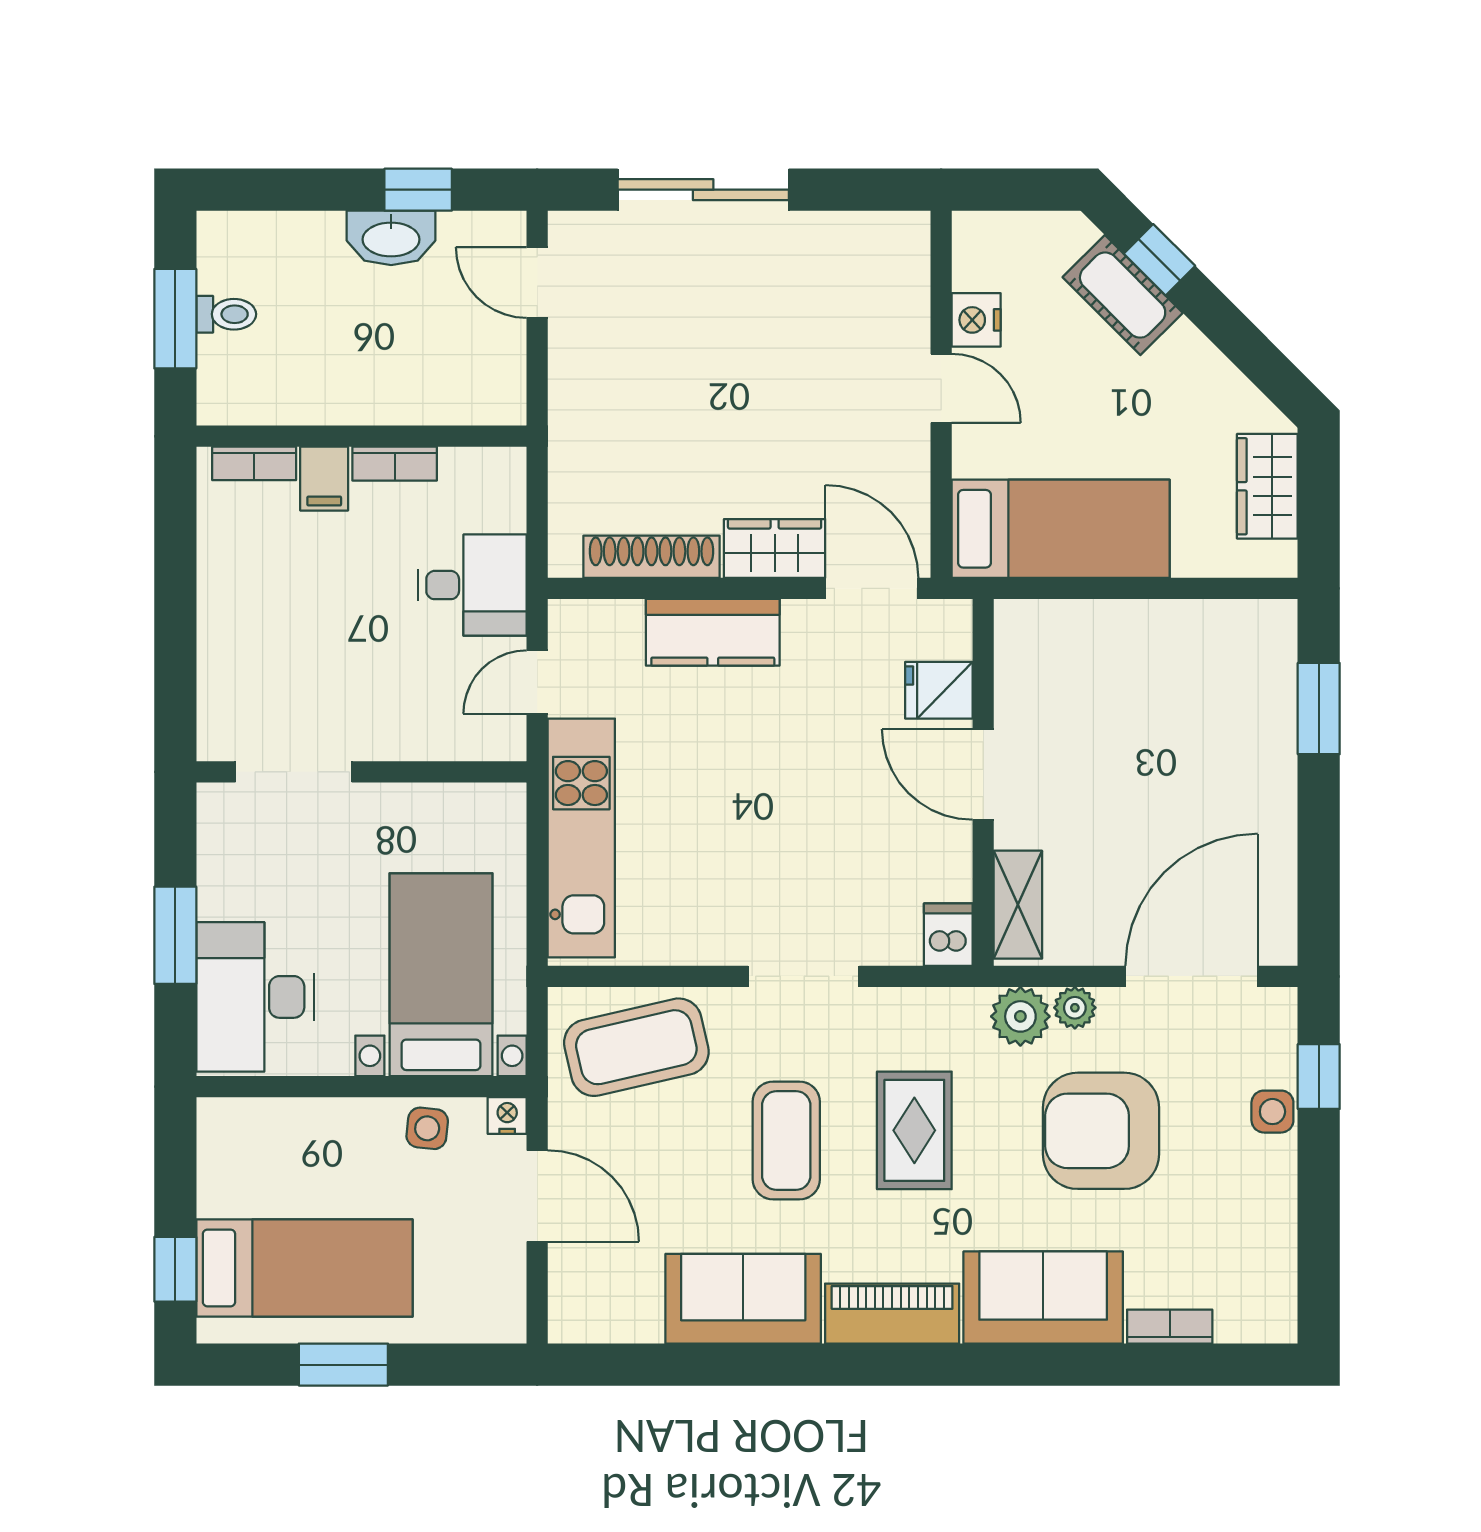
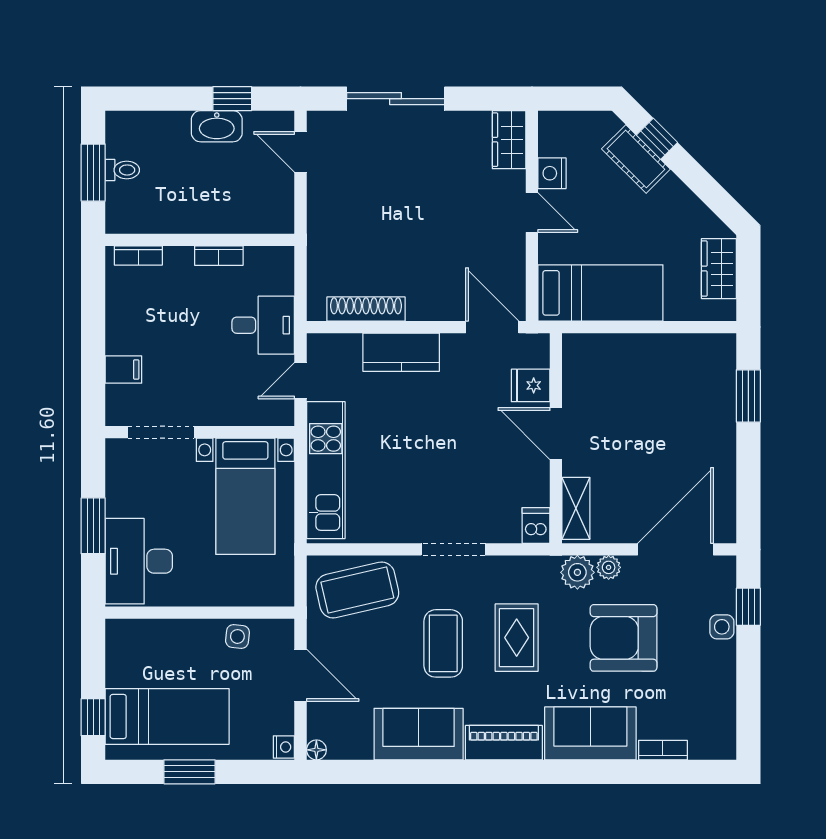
filing cabinet: (324, 479) -> (123, 369), moved, turned -90
wardrobe: (775, 548) -> (509, 140), moved, turned -90
bed with nightstands: (441, 975) -> (245, 496), moved, turned 180
nightstand: (507, 1116) -> (284, 747), moved, turned 90
floor lamp: (565, 1326) -> (316, 750), added

